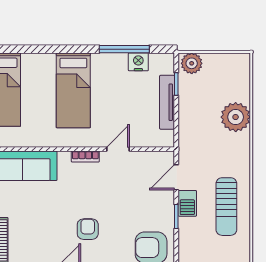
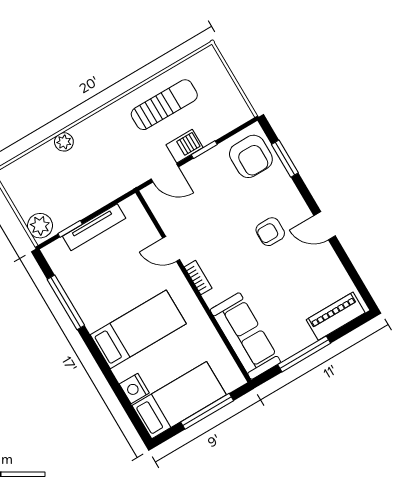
nightstand: (138, 62) -> (134, 389), moved
plant: (236, 117) -> (64, 142), width x0.53, depth x0.53

